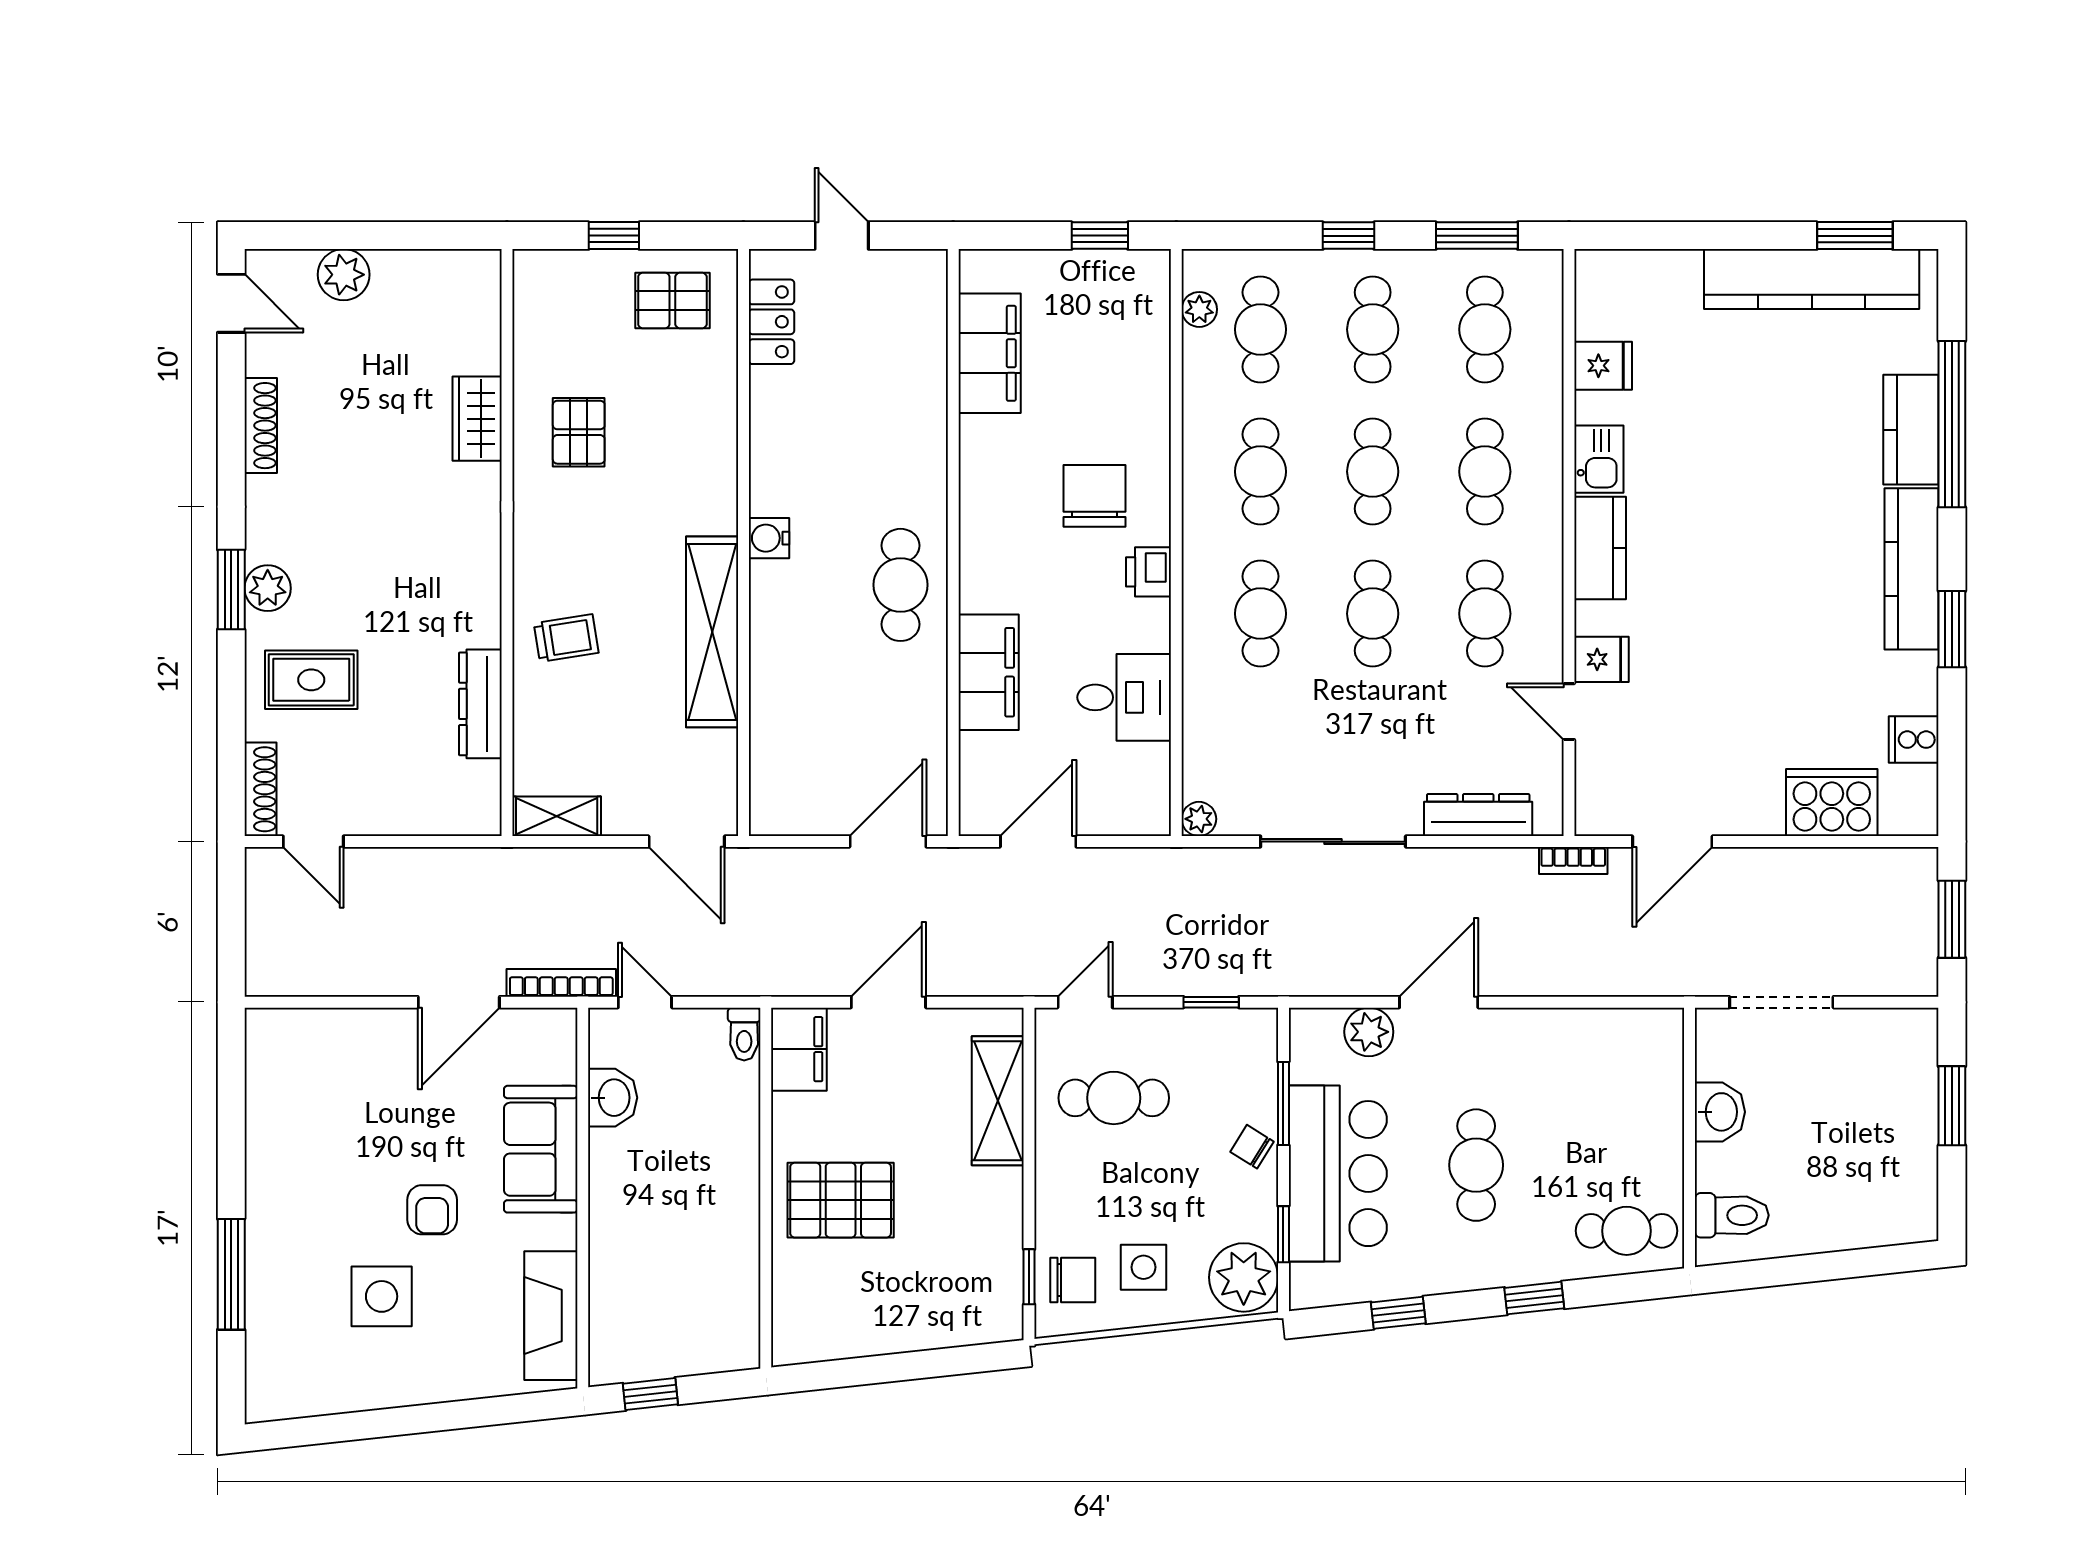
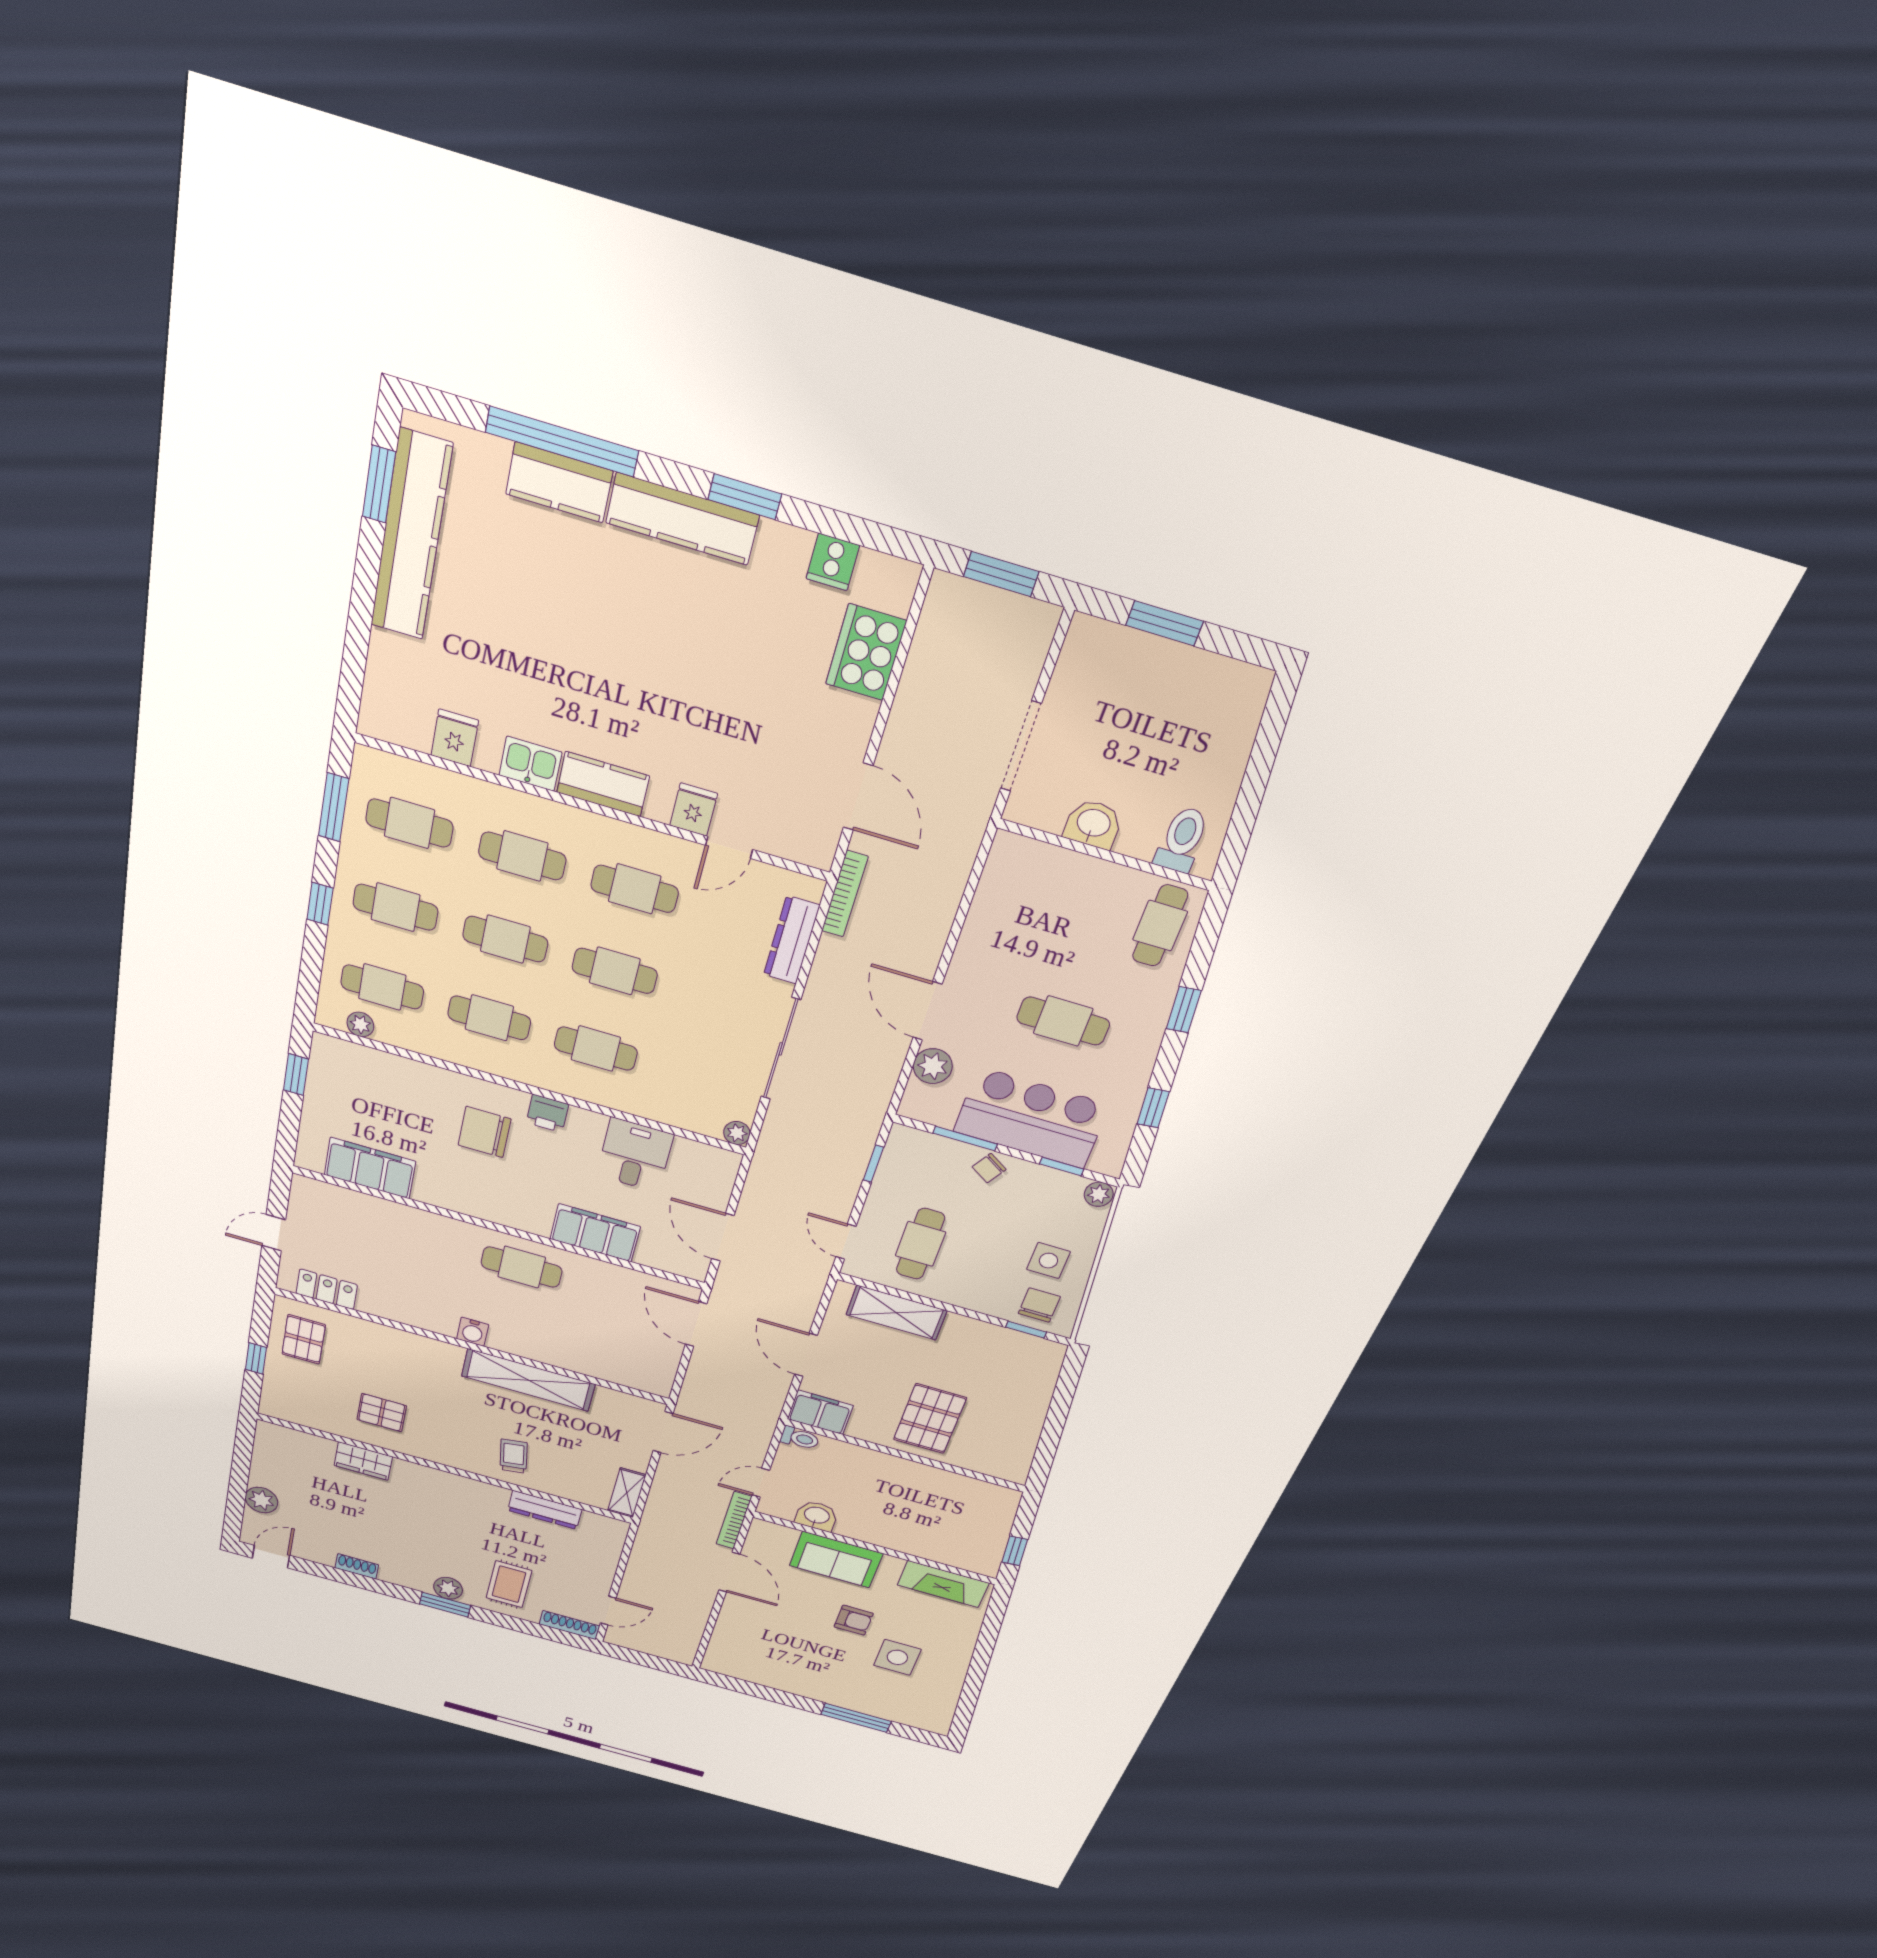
shoe rack: (261, 426) -> (357, 1566), width x0.70
bookcase: (1573, 860) -> (845, 894), width x1.56
plant: (1244, 1277) -> (1099, 1194), width x0.53, depth x0.53

